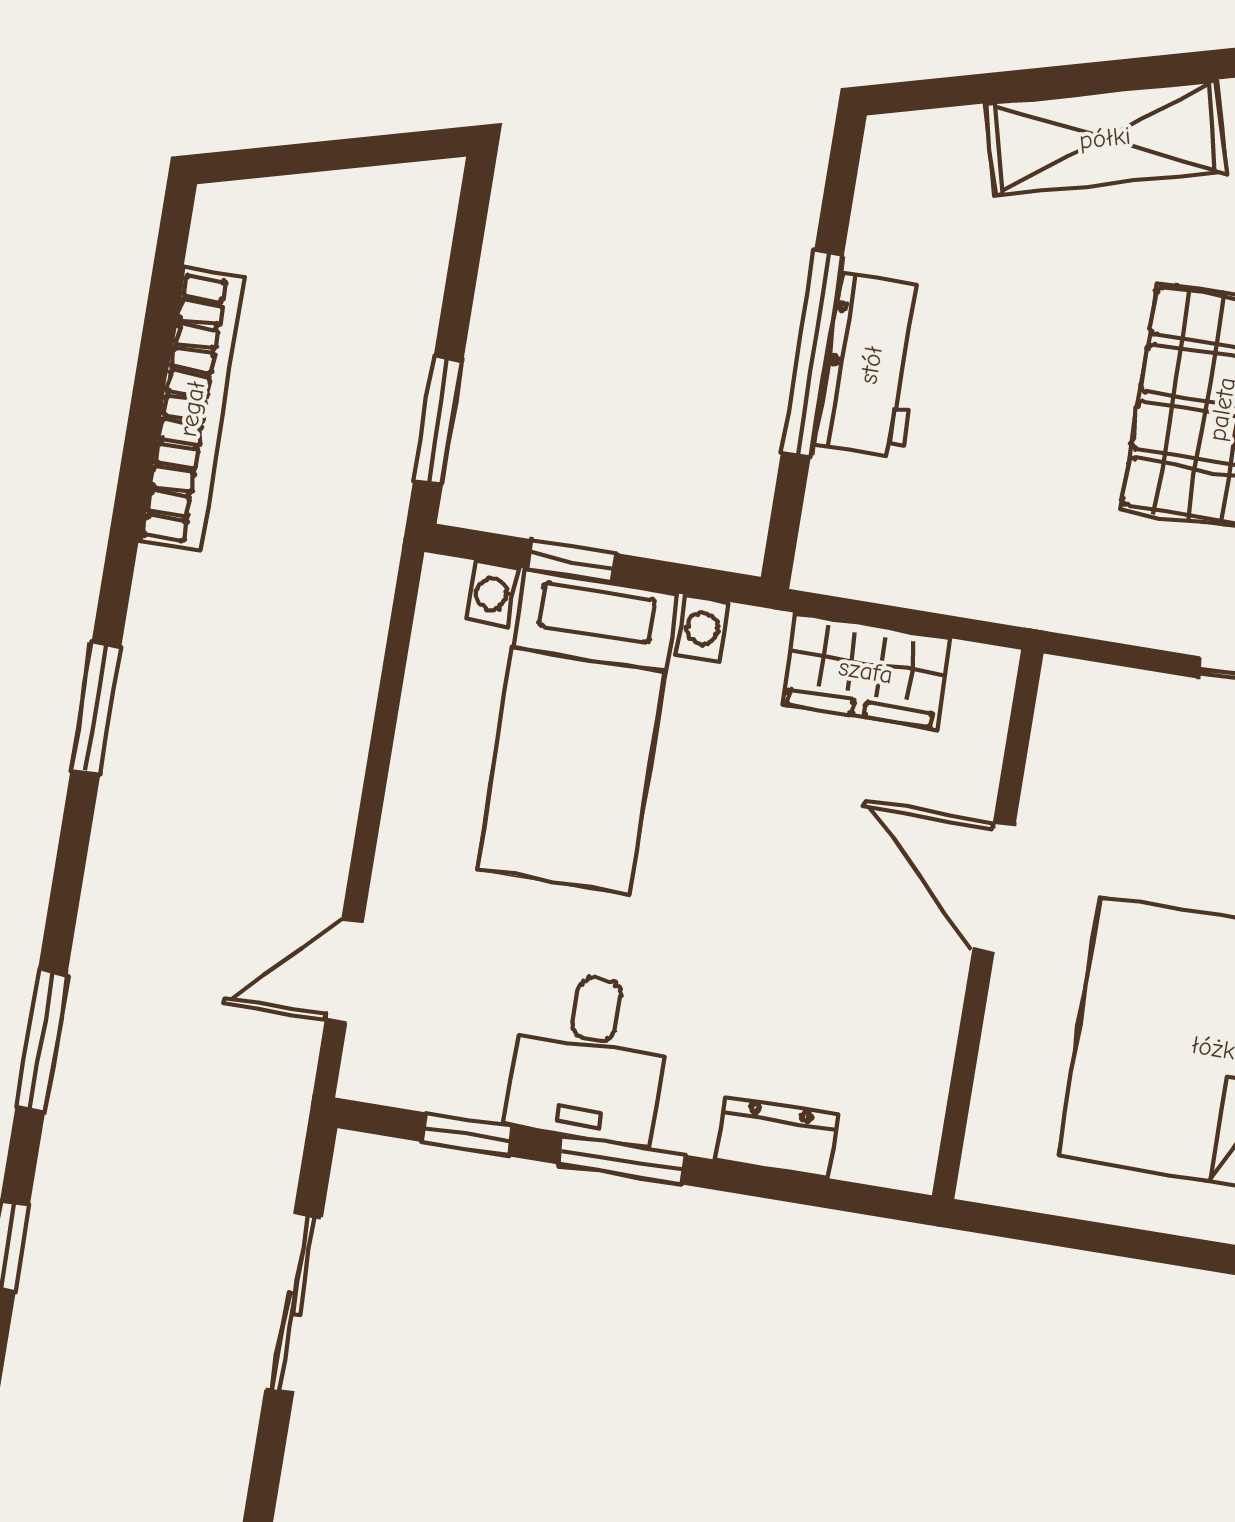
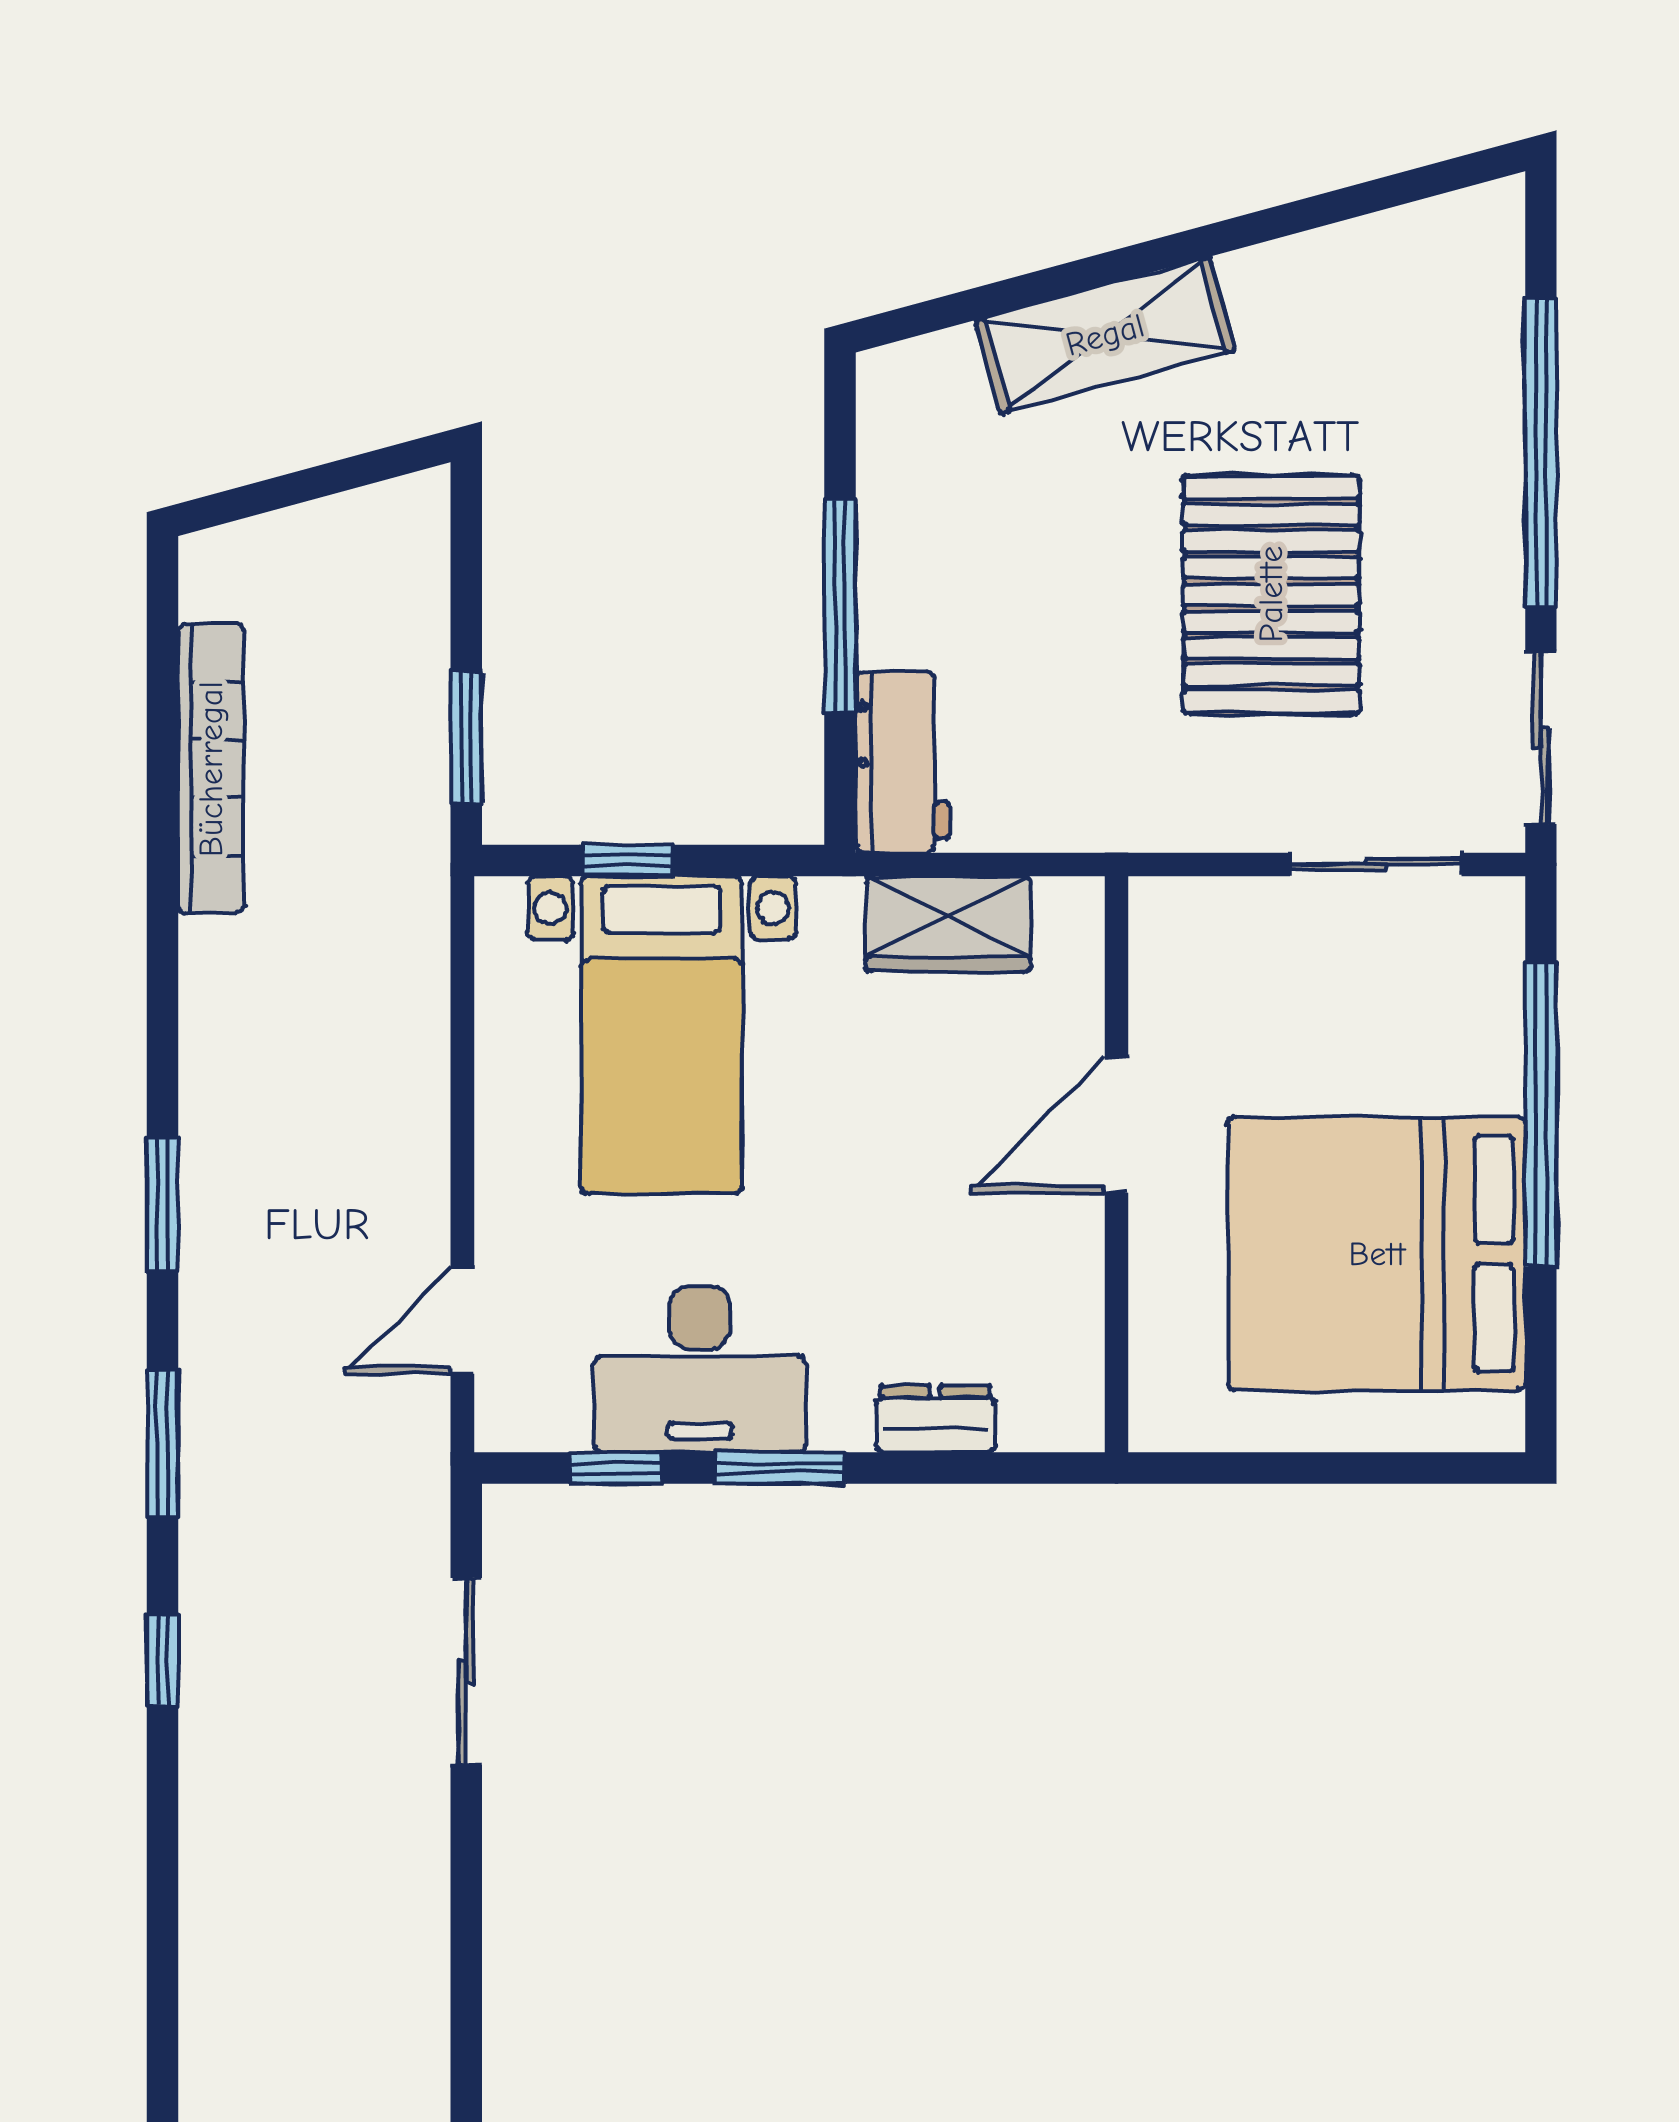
workbench: (871, 365) -> (903, 762), moved
window: (96, 709) -> (163, 1205), moved
door: (994, 887) -> (1116, 1125), hinge flipped
desk: (589, 1058) -> (700, 1369), width x1.37

